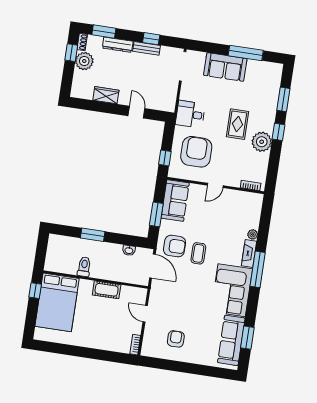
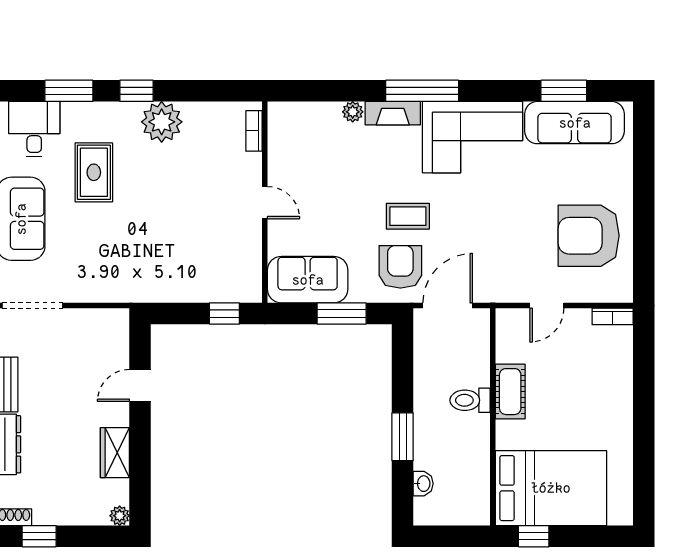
plant: (84, 61) -> (120, 516), moved, width x0.53, depth x0.53
desk: (190, 114) -> (34, 129), moved, turned 180
rug: (237, 124) -> (94, 172), moved, turned 90
armchair: (196, 152) -> (202, 252), removed
washbasin: (129, 250) -> (423, 484), moved
toilet: (84, 267) -> (470, 400), moved
armchair: (176, 339) -> (589, 236), width x1.88, depth x1.88

